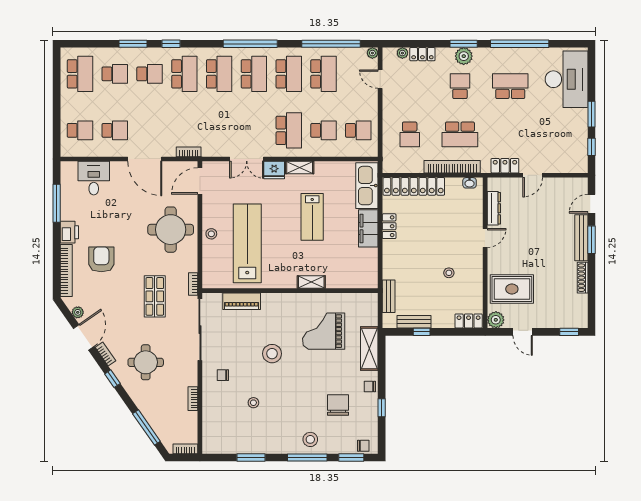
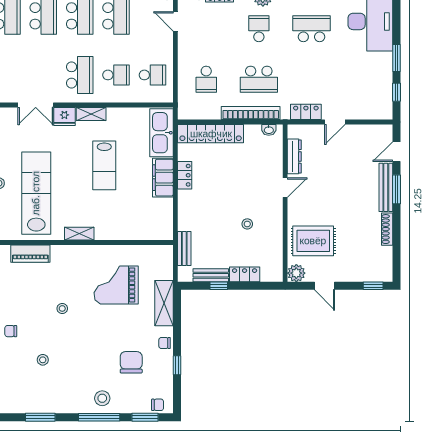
shelving: (311, 282) -> (79, 234), moved
locker: (469, 321) -> (245, 274), moved
stool: (272, 354) -> (62, 308), width x0.53, depth x0.53

